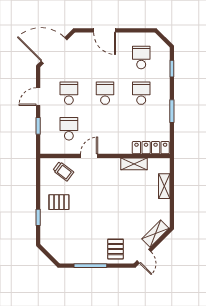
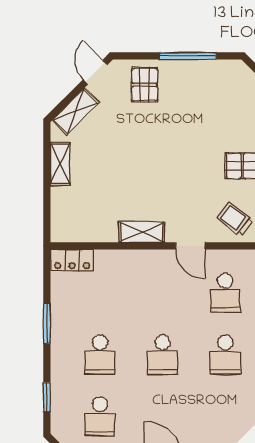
locker: (151, 148) -> (72, 260), width x0.66
door: (89, 156) -> (190, 246), hinge flipped
shelving: (134, 164) -> (142, 232), moved
shelving: (164, 186) -> (60, 164), moved

